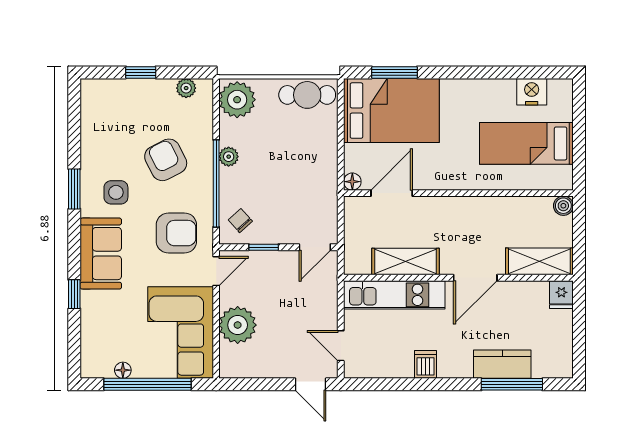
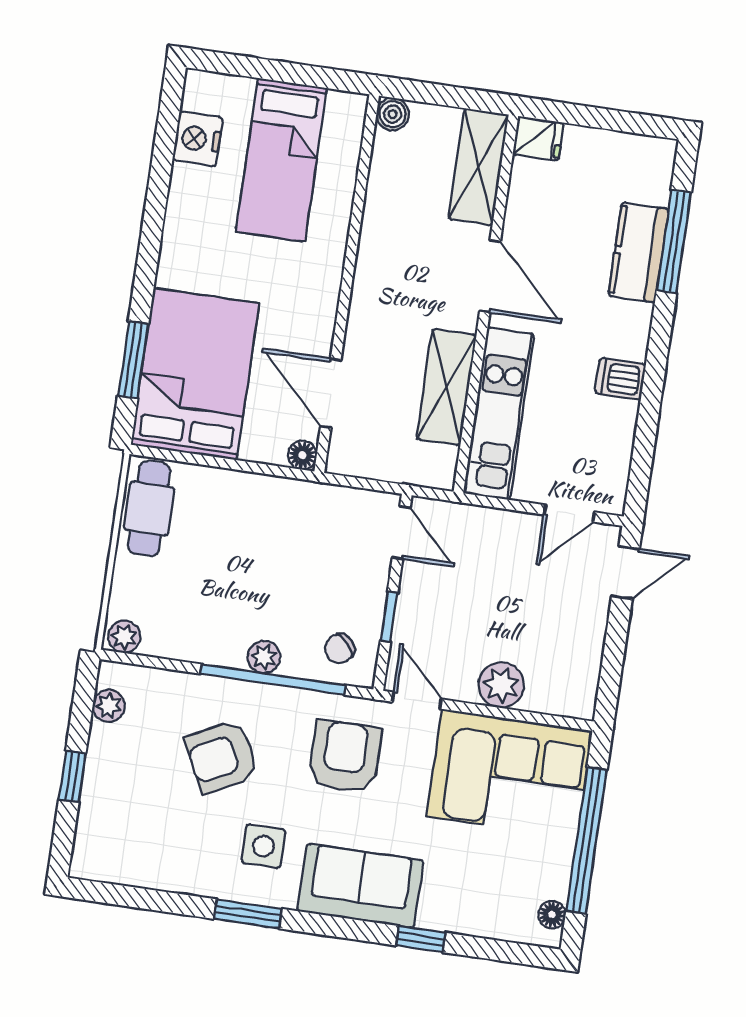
plant: (237, 100) -> (124, 637), width x0.53, depth x0.53
plant: (229, 157) -> (264, 657), moved
plant: (238, 325) -> (501, 685), width x0.73, depth x0.73
floor lamp: (123, 370) -> (552, 915), moved

